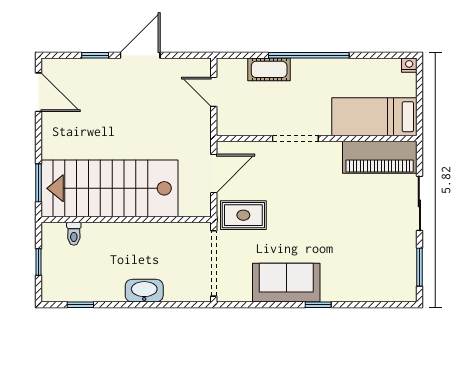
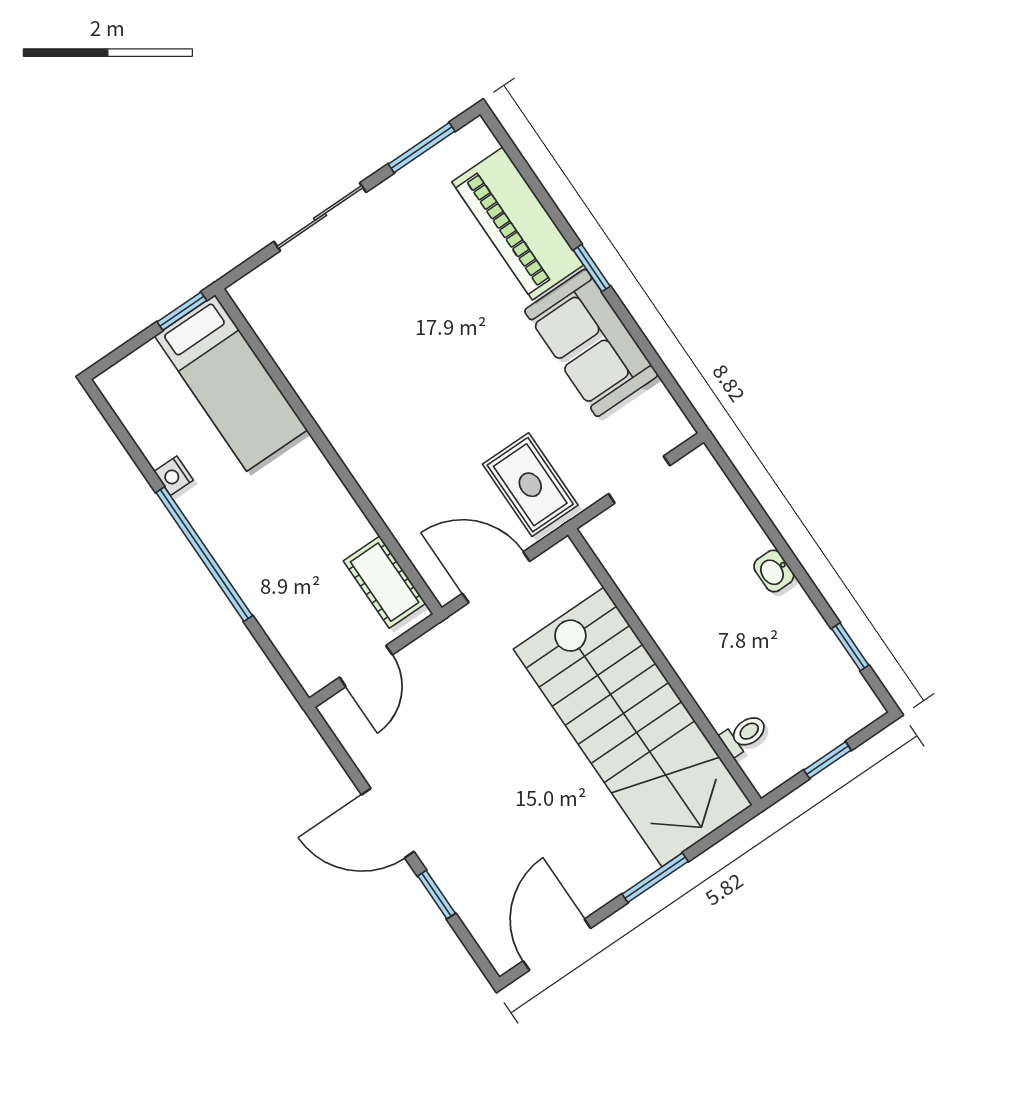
nightstand: (409, 65) -> (174, 476), moved
cot: (269, 69) -> (385, 582), moved
window: (419, 117) -> (182, 311), added
doorway: (295, 138) -> (351, 485), removed
piano: (380, 157) -> (518, 224), moved, turned 180
window: (39, 183) -> (655, 878), moved
doorway: (214, 263) -> (639, 480), width x0.53
washbasin: (144, 291) -> (774, 571), width x0.52, depth x0.69

